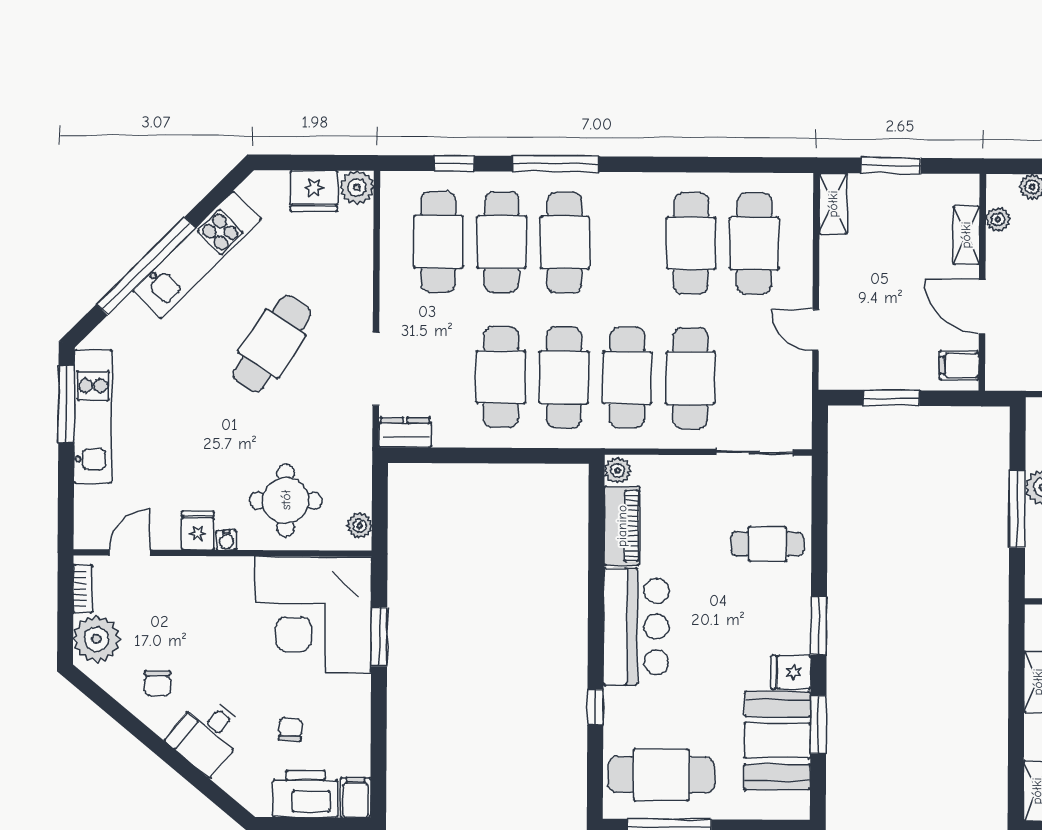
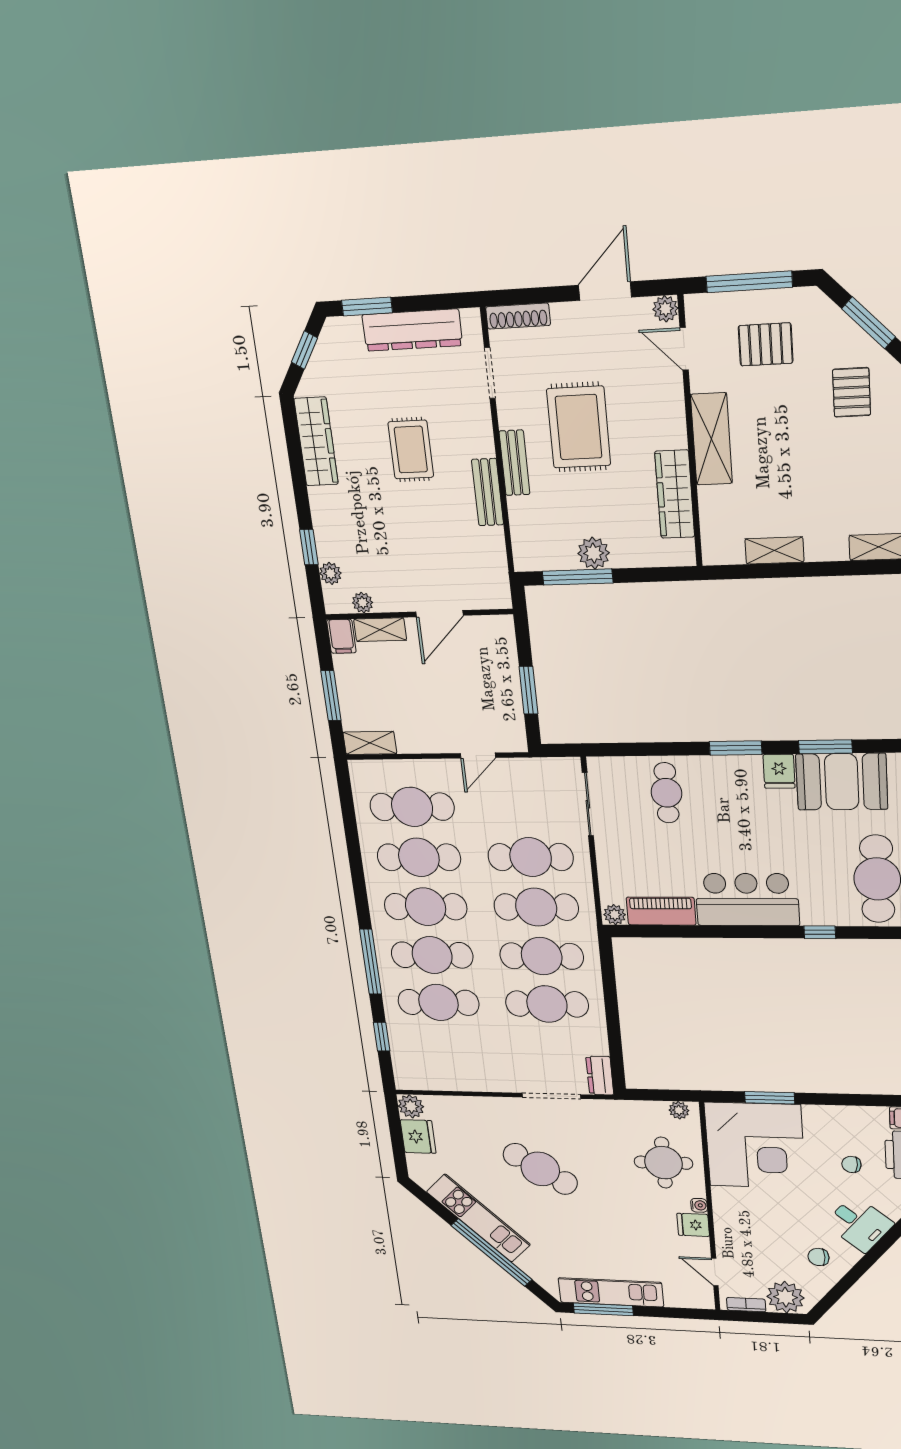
cafe table: (438, 242) -> (426, 907), moved
filing cabinet: (959, 365) -> (341, 636), moved
window: (1017, 509) -> (578, 577), moved
chair: (158, 683) -> (819, 1257), turned 180

